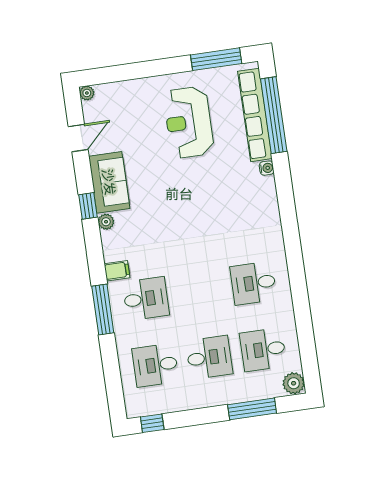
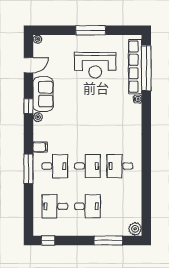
window: (216, 59) -> (91, 30), moved
reception desk: (189, 122) -> (95, 65), turned -90
desk: (263, 350) -> (87, 166), moved, turned 180

